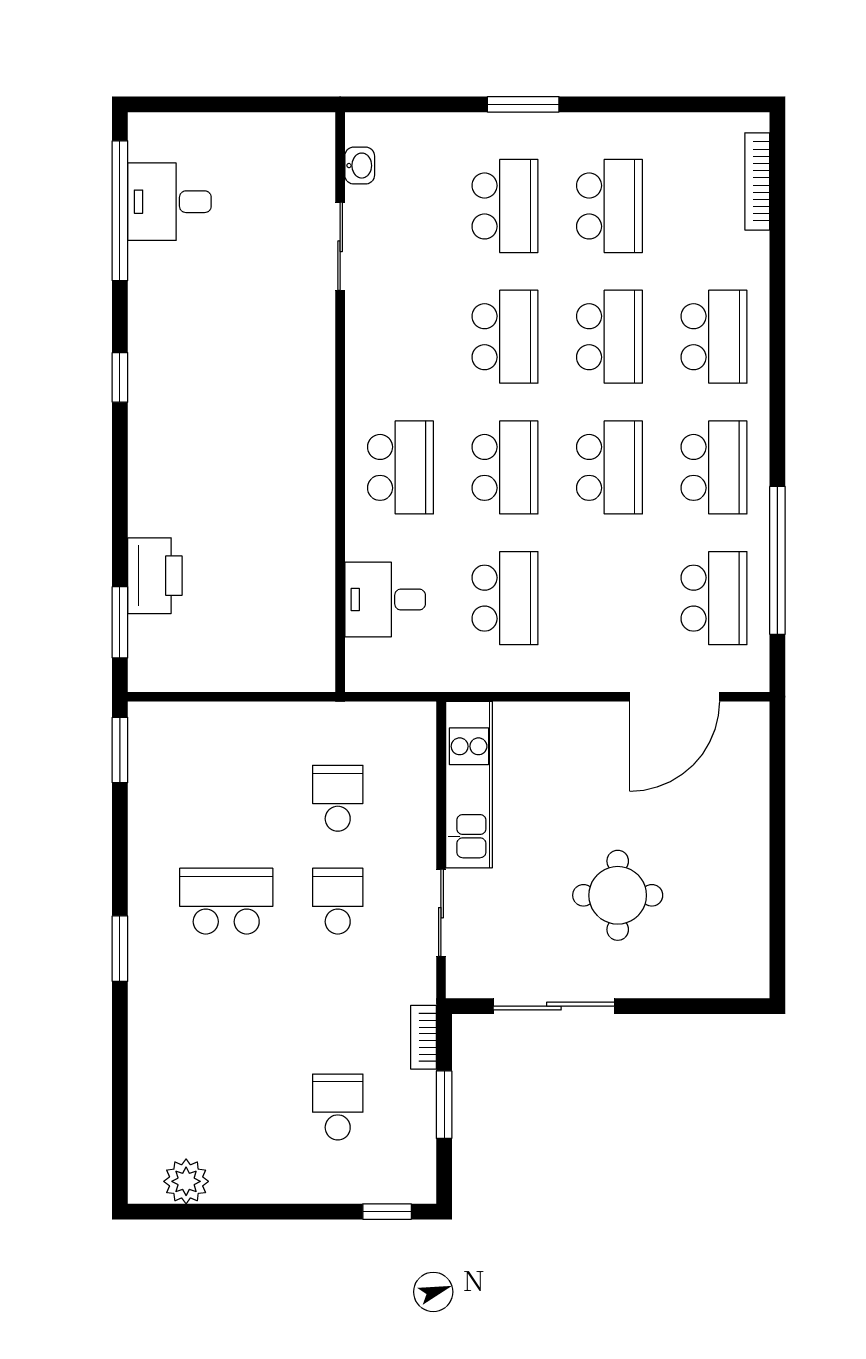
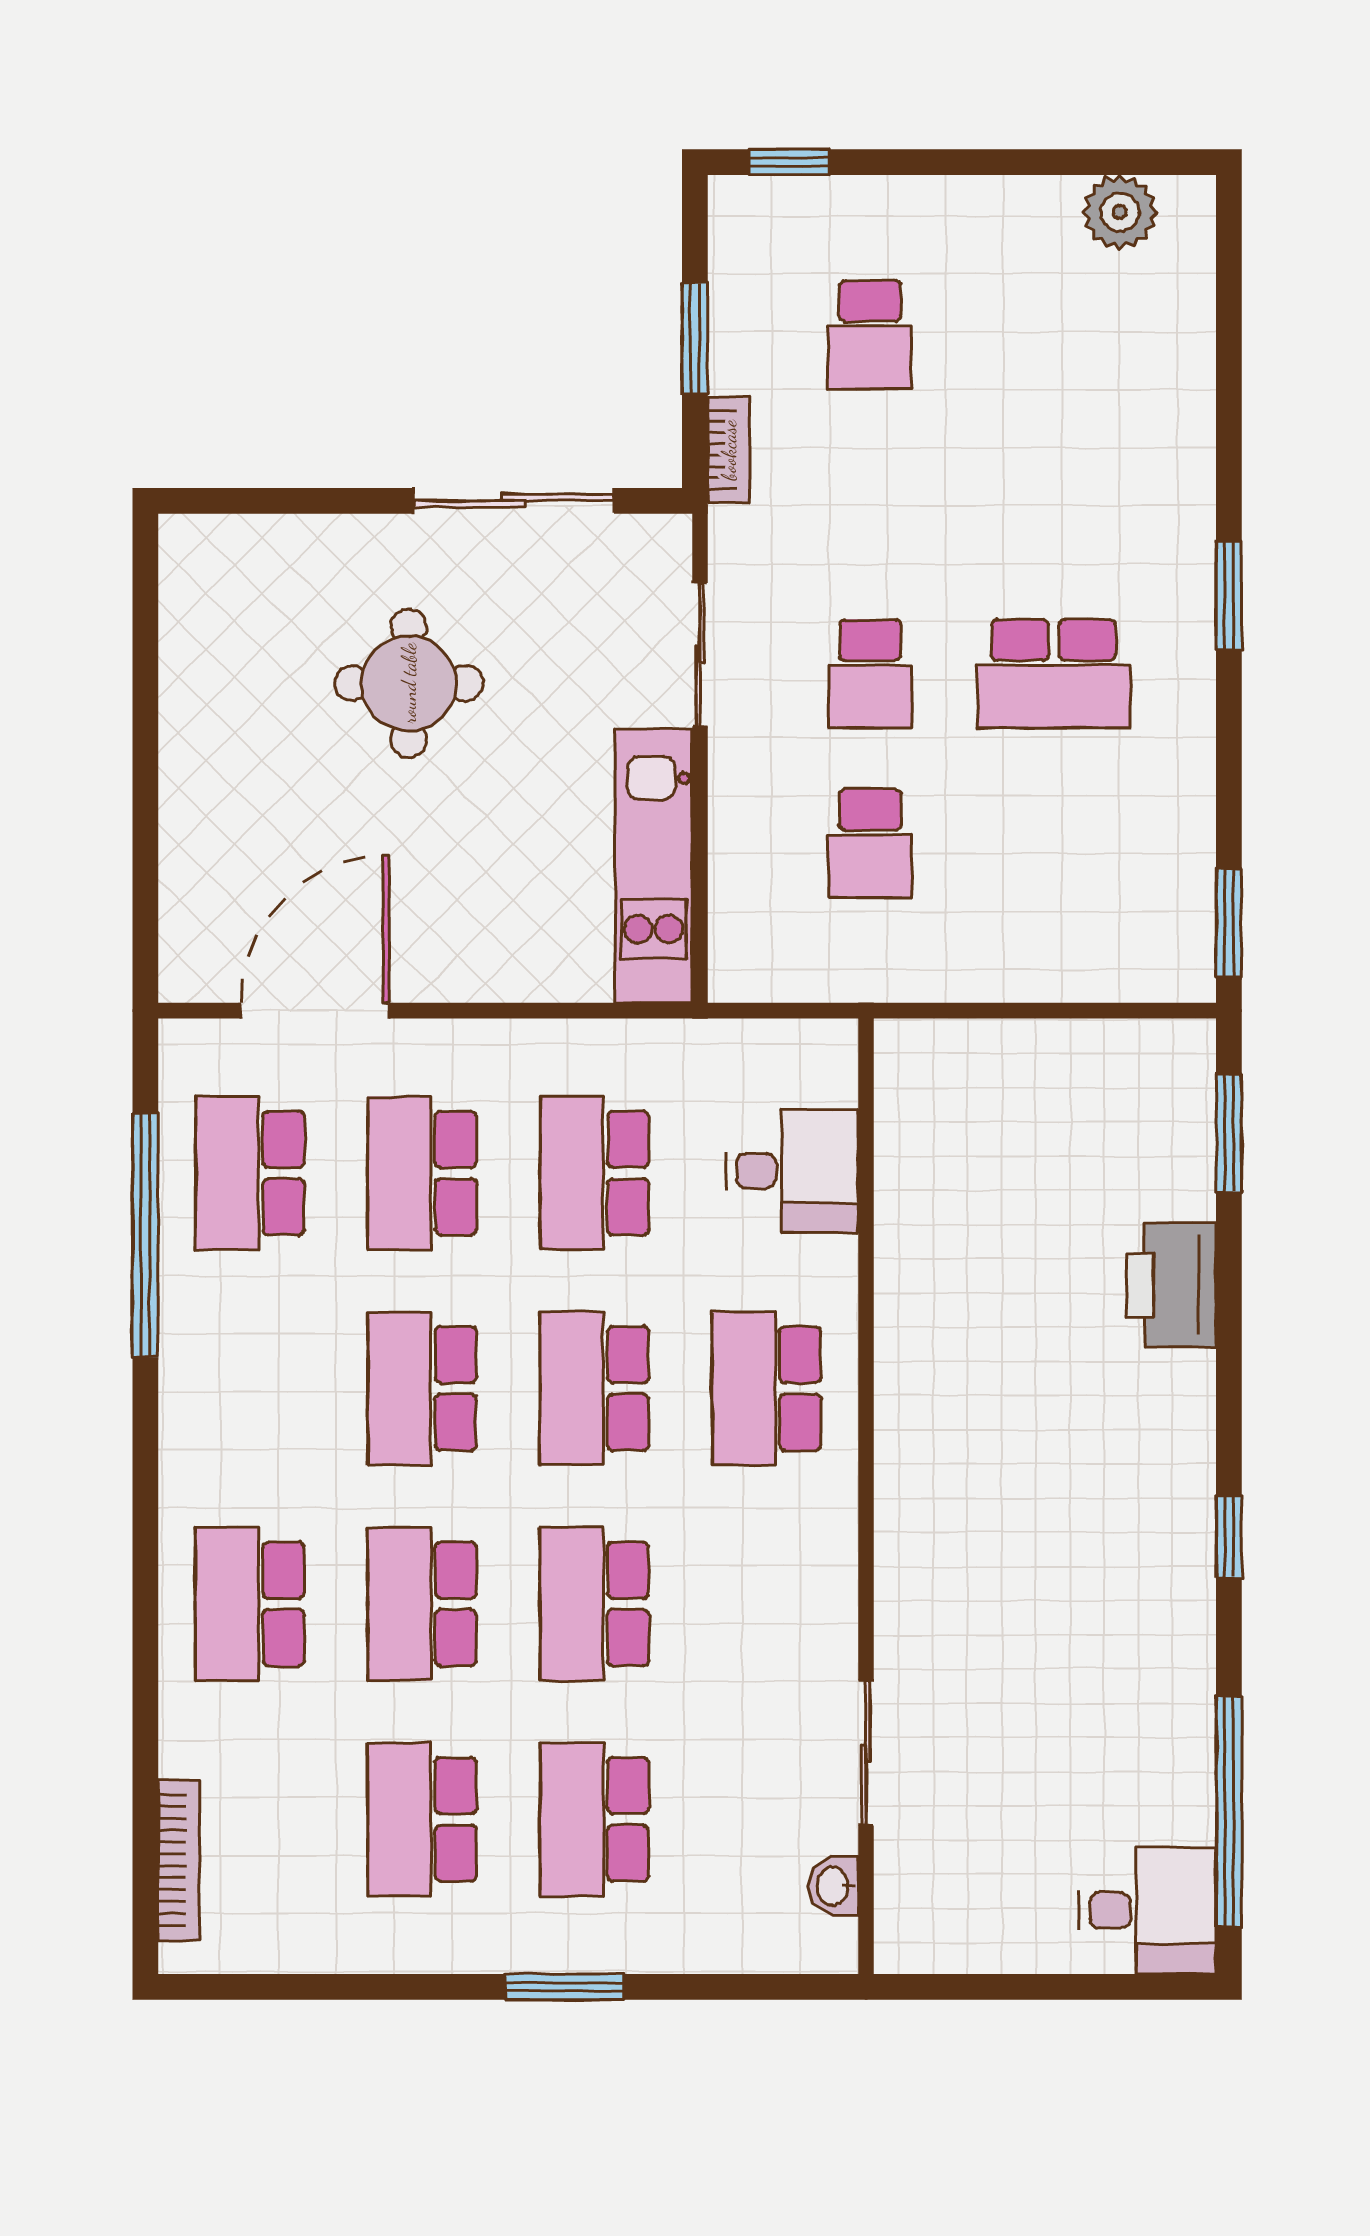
desk: (169, 202) -> (1147, 1910), moved
school desk: (714, 467) -> (422, 1173), moved
printer: (155, 576) -> (1171, 1285), moved

